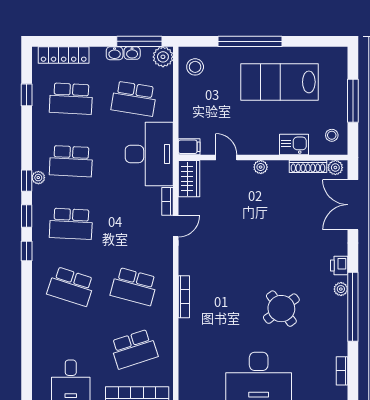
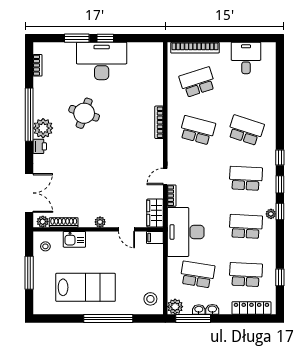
plant: (341, 289) -> (43, 128), width x1.87, depth x1.87
round table: (281, 309) -> (84, 113), turned -34

